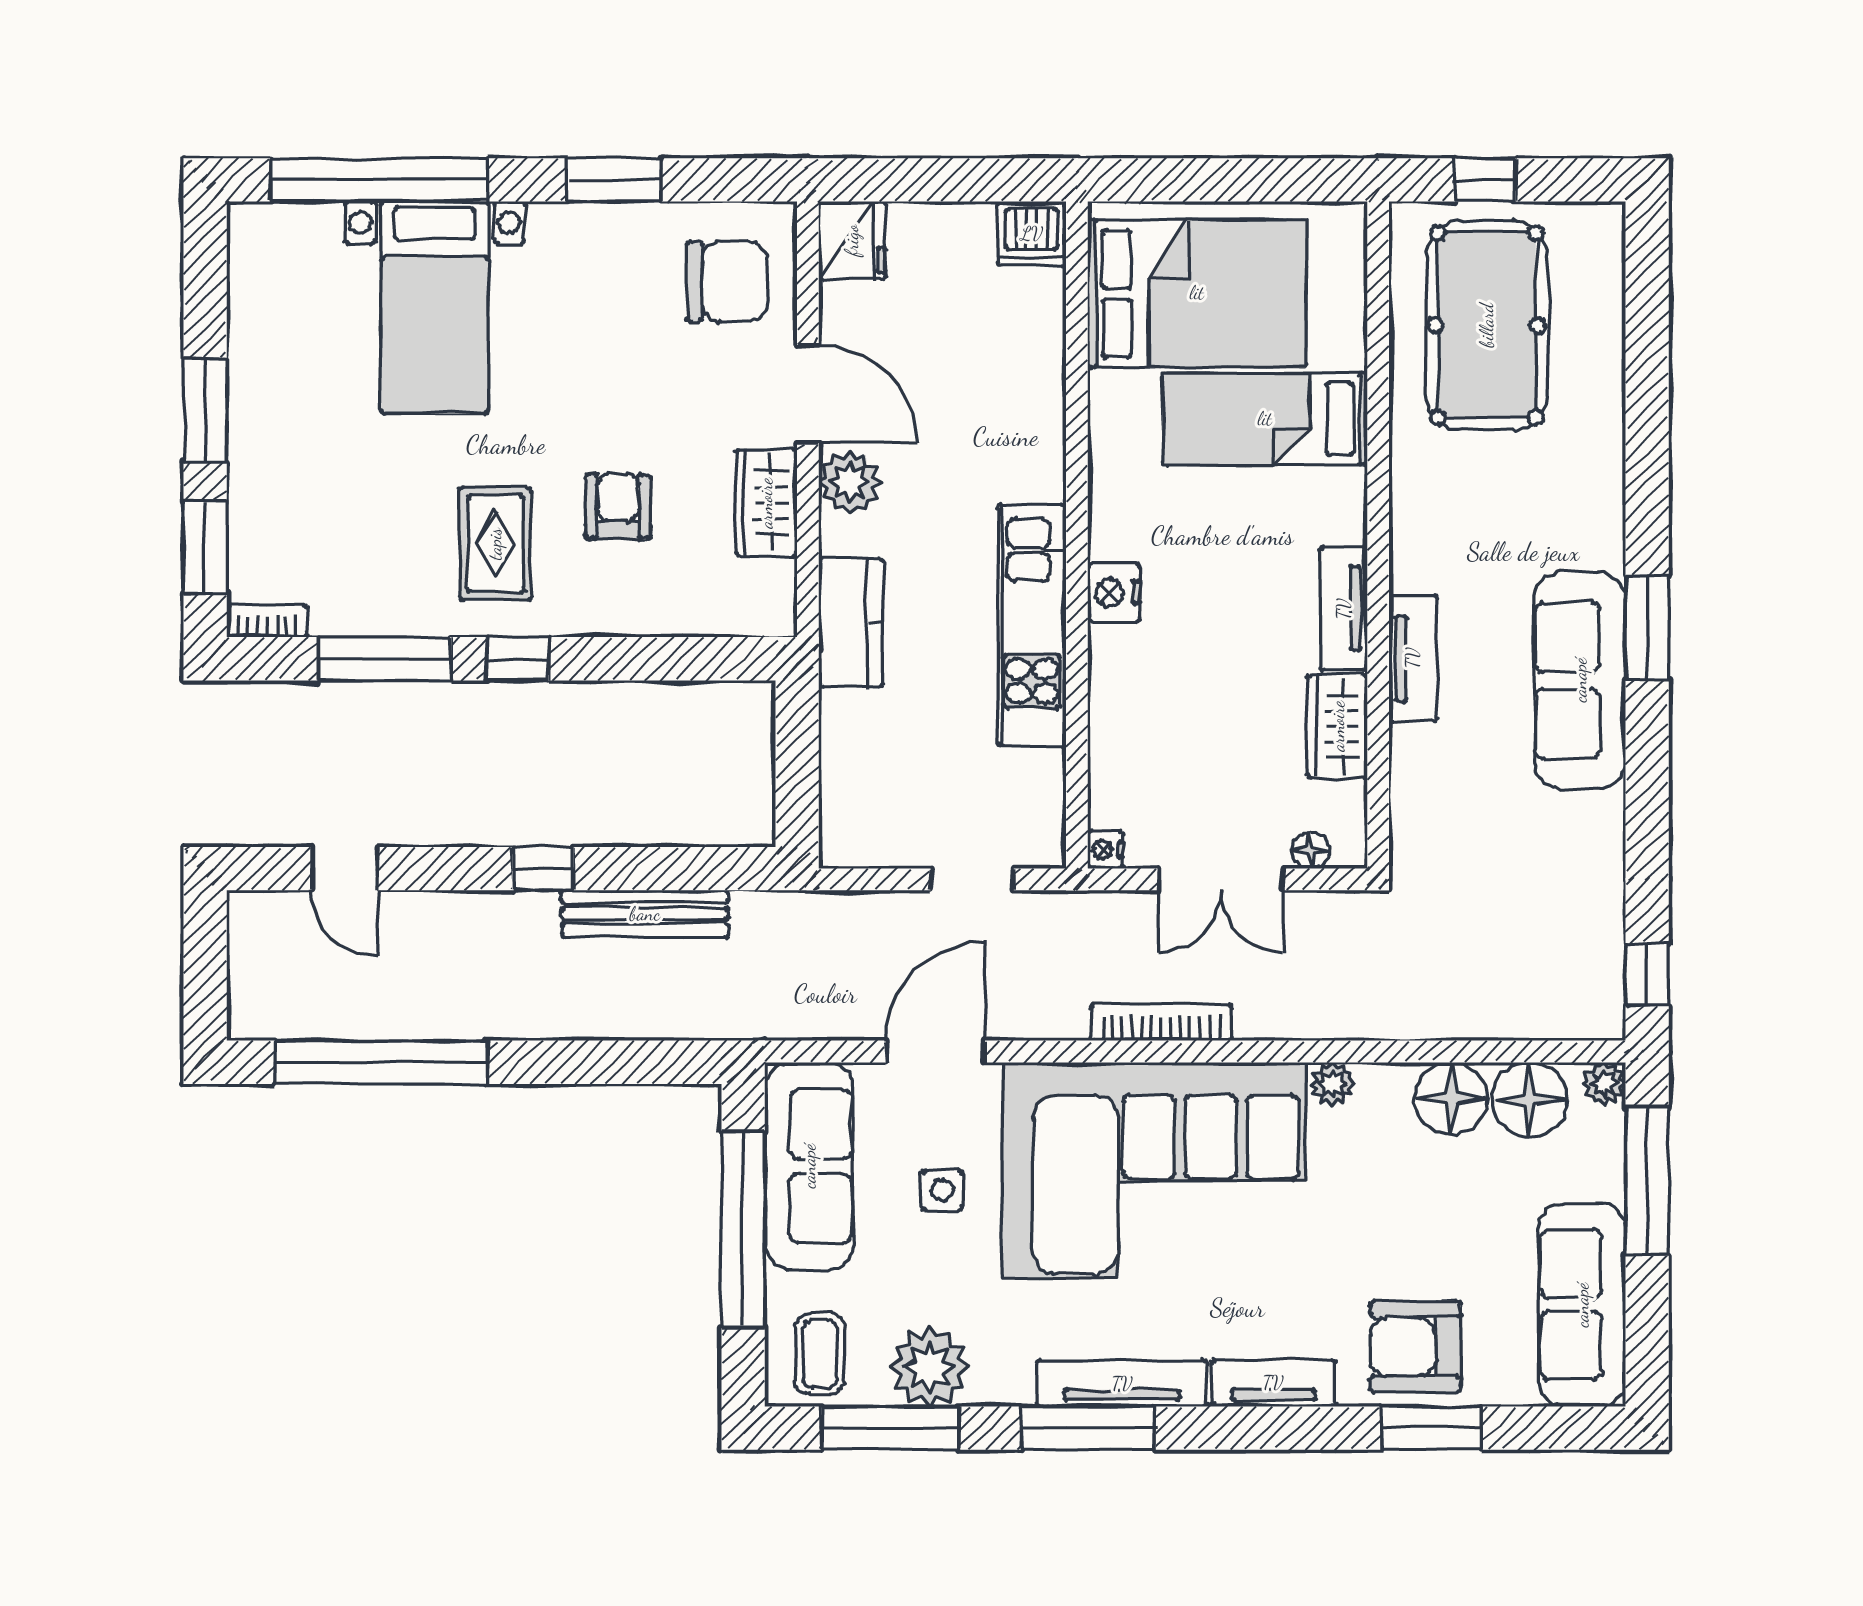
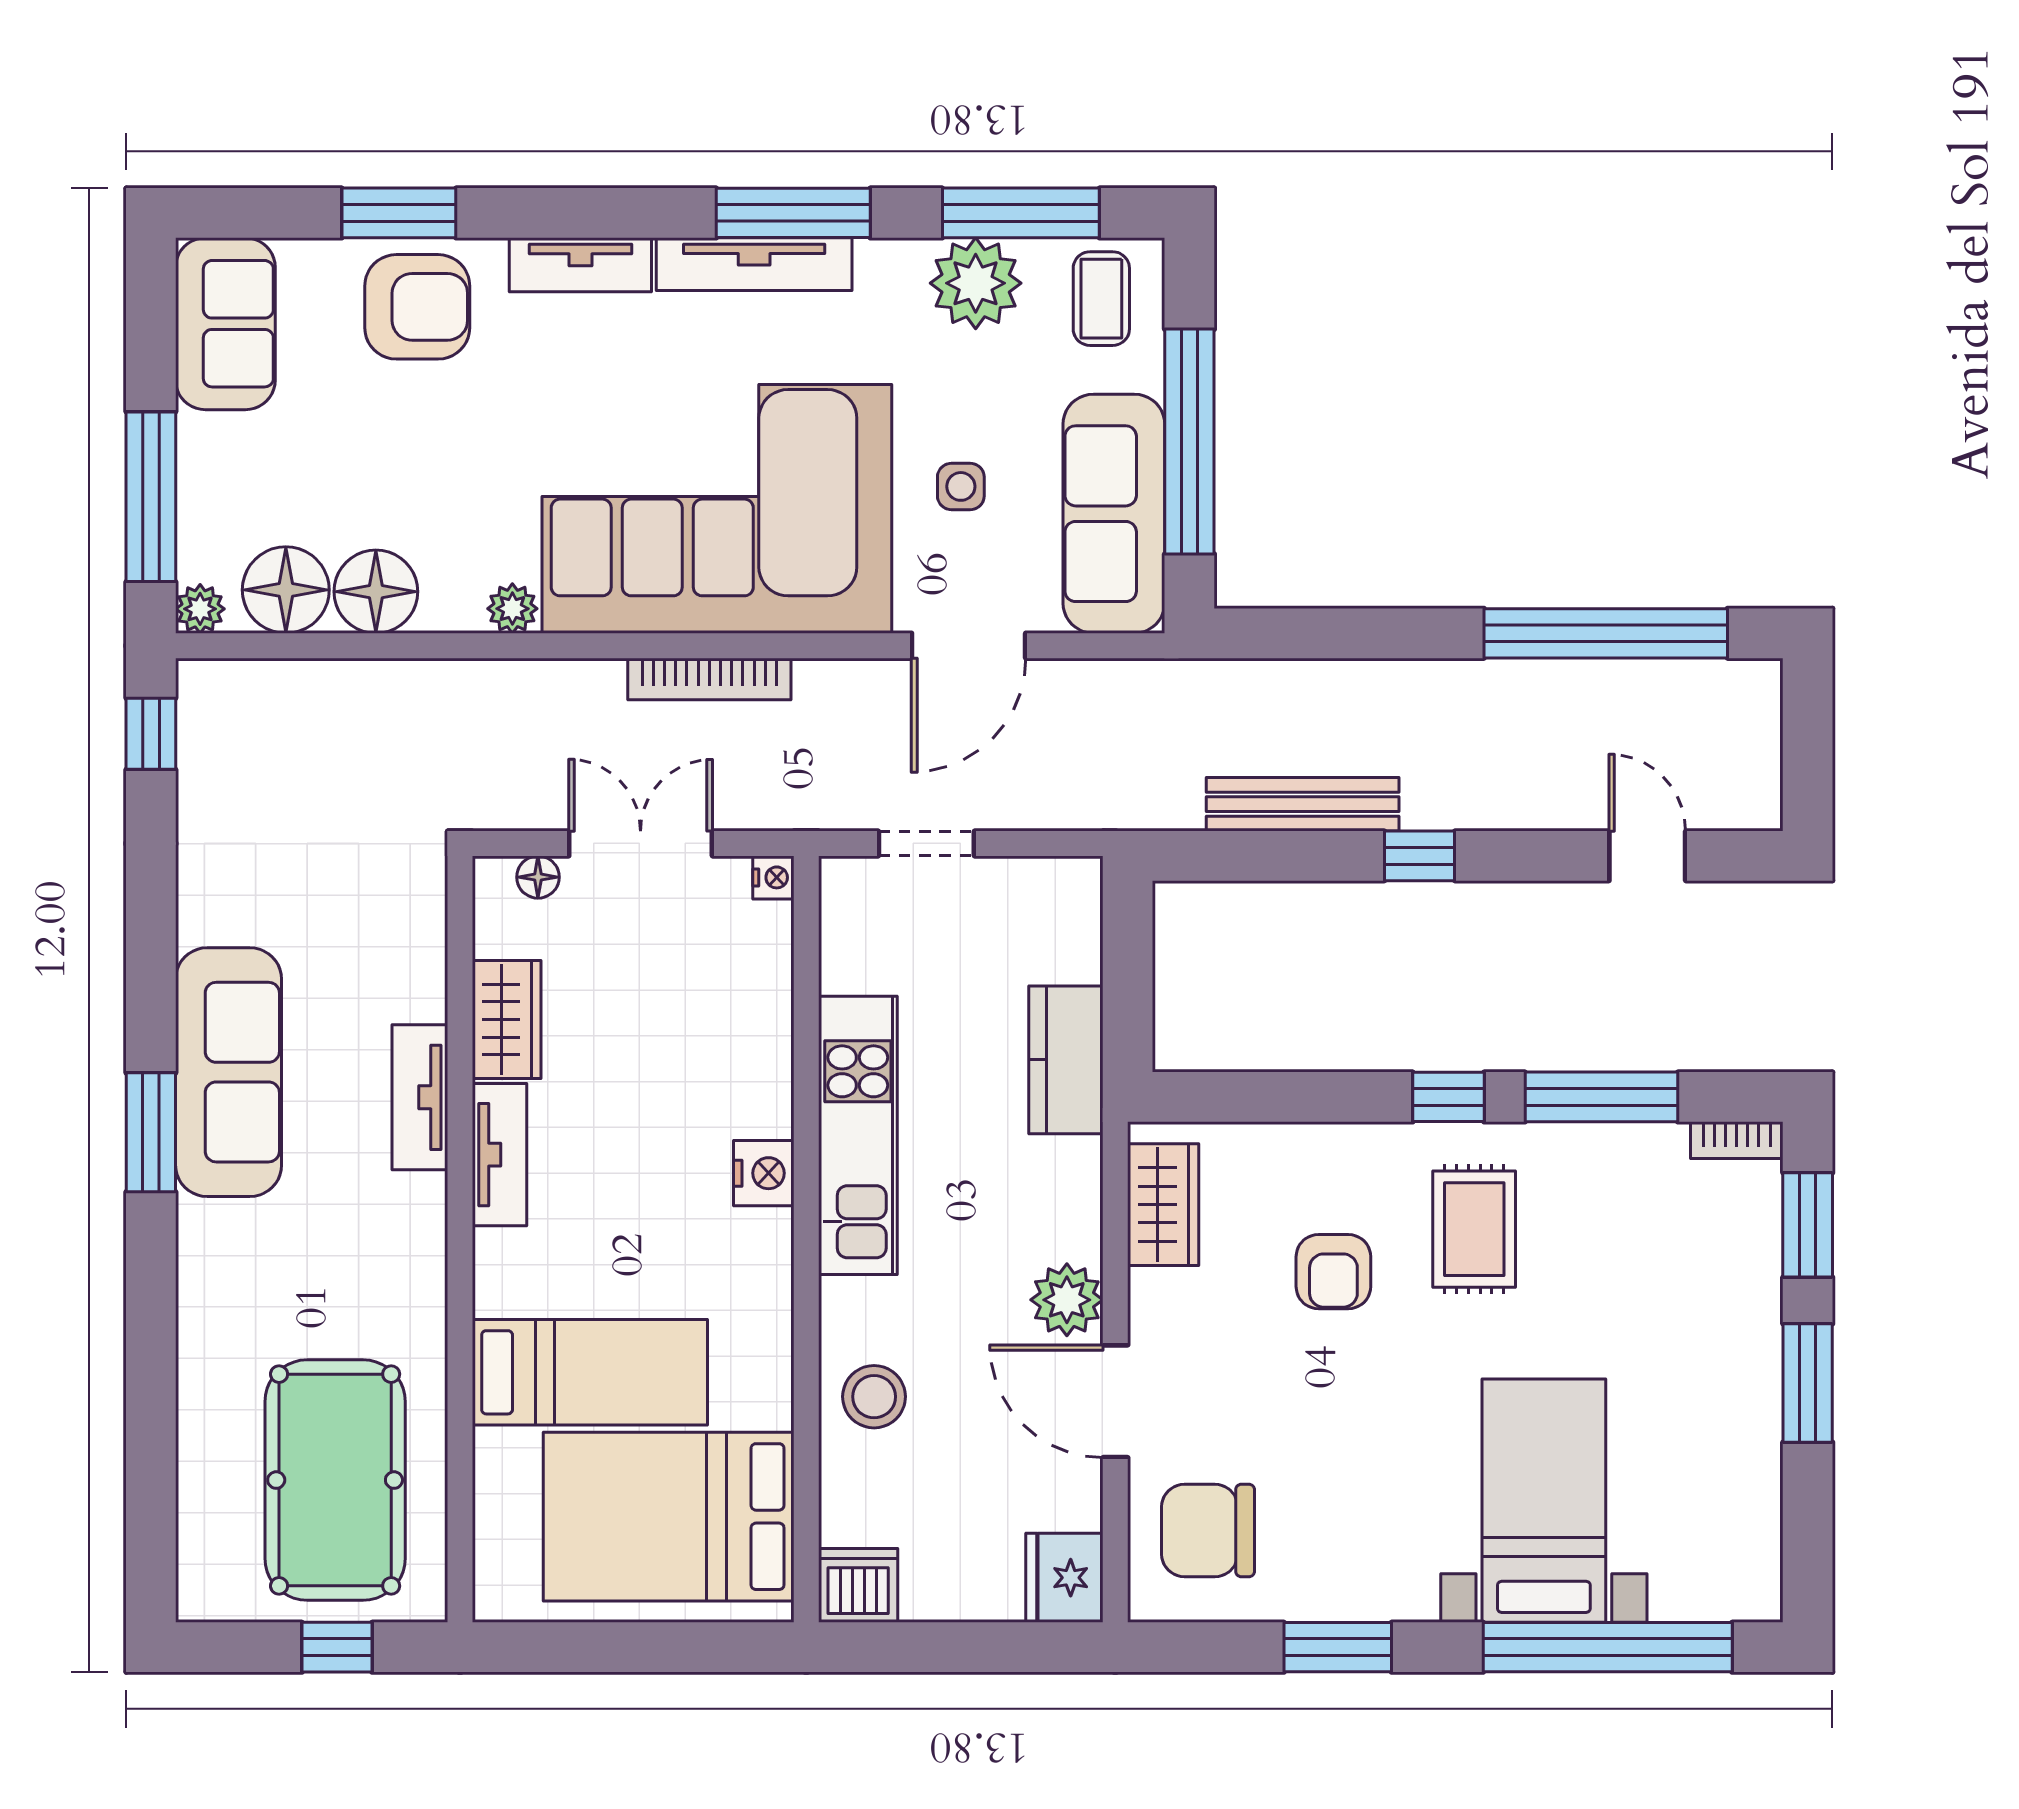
stool: (1018, 398) -> (874, 1397), added
wardrobe: (766, 503) -> (1163, 1205), moved
kitchen counter: (851, 623) -> (1066, 1060), moved
sofa: (1582, 1305) -> (225, 324), width x0.73

